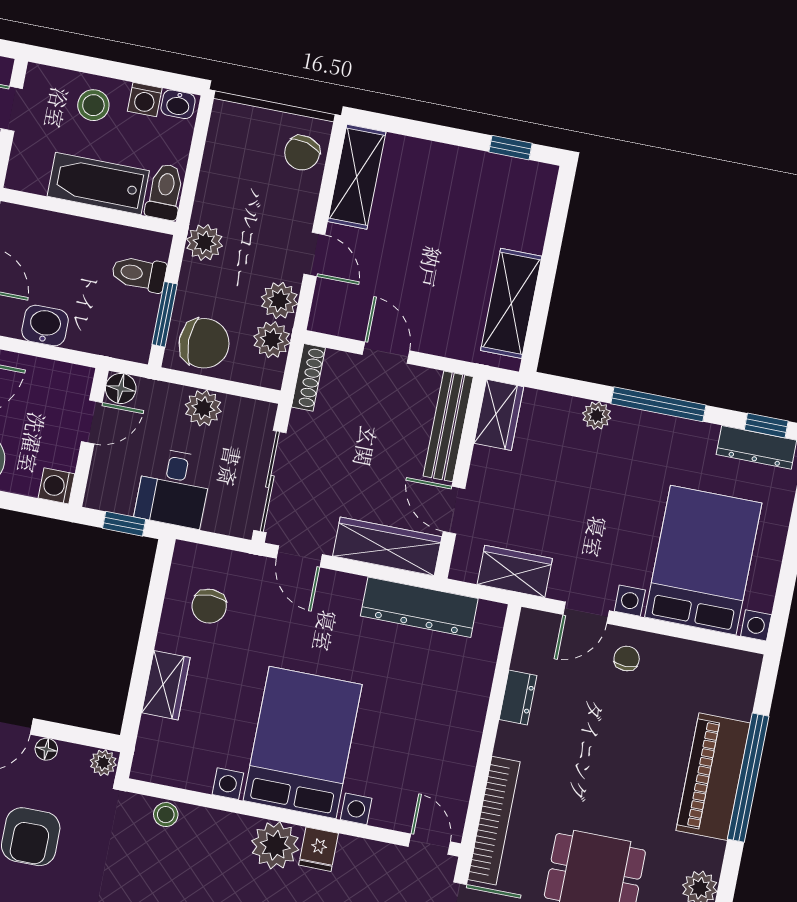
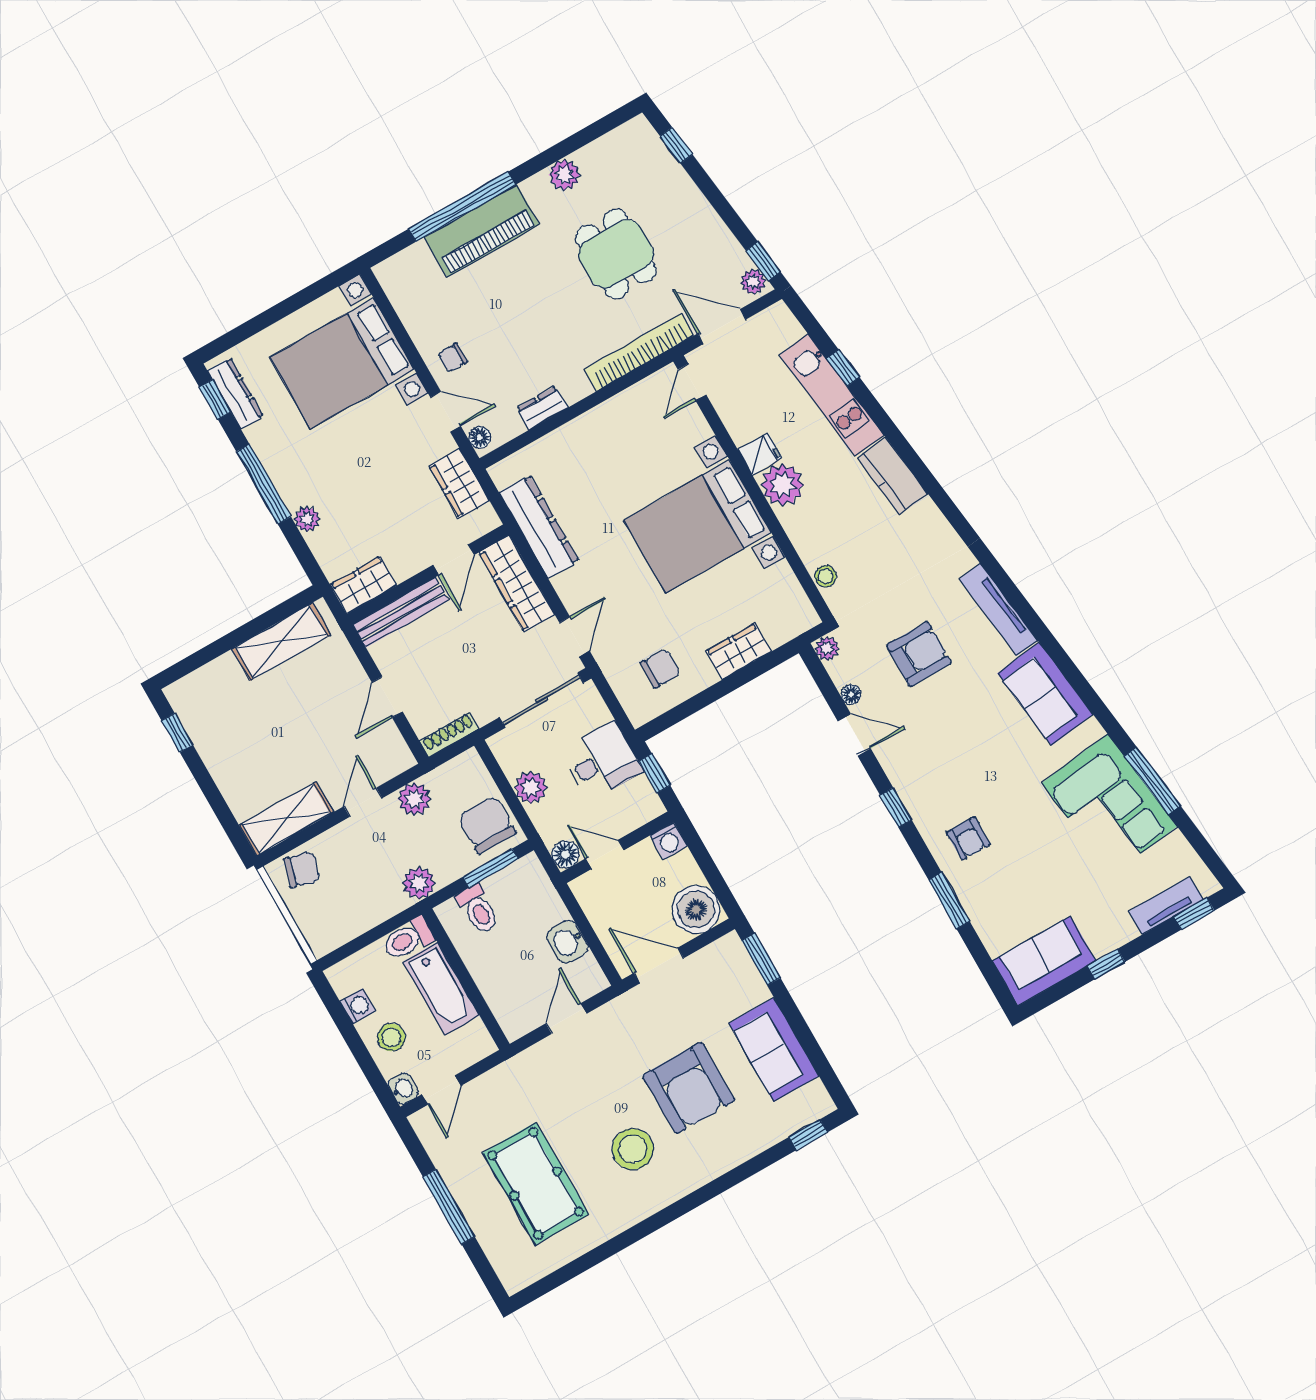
washbasin: (178, 104) -> (403, 1088), moved
plant: (272, 340) -> (445, 781), removed
floor lamp: (539, 623) -> (480, 437), added

